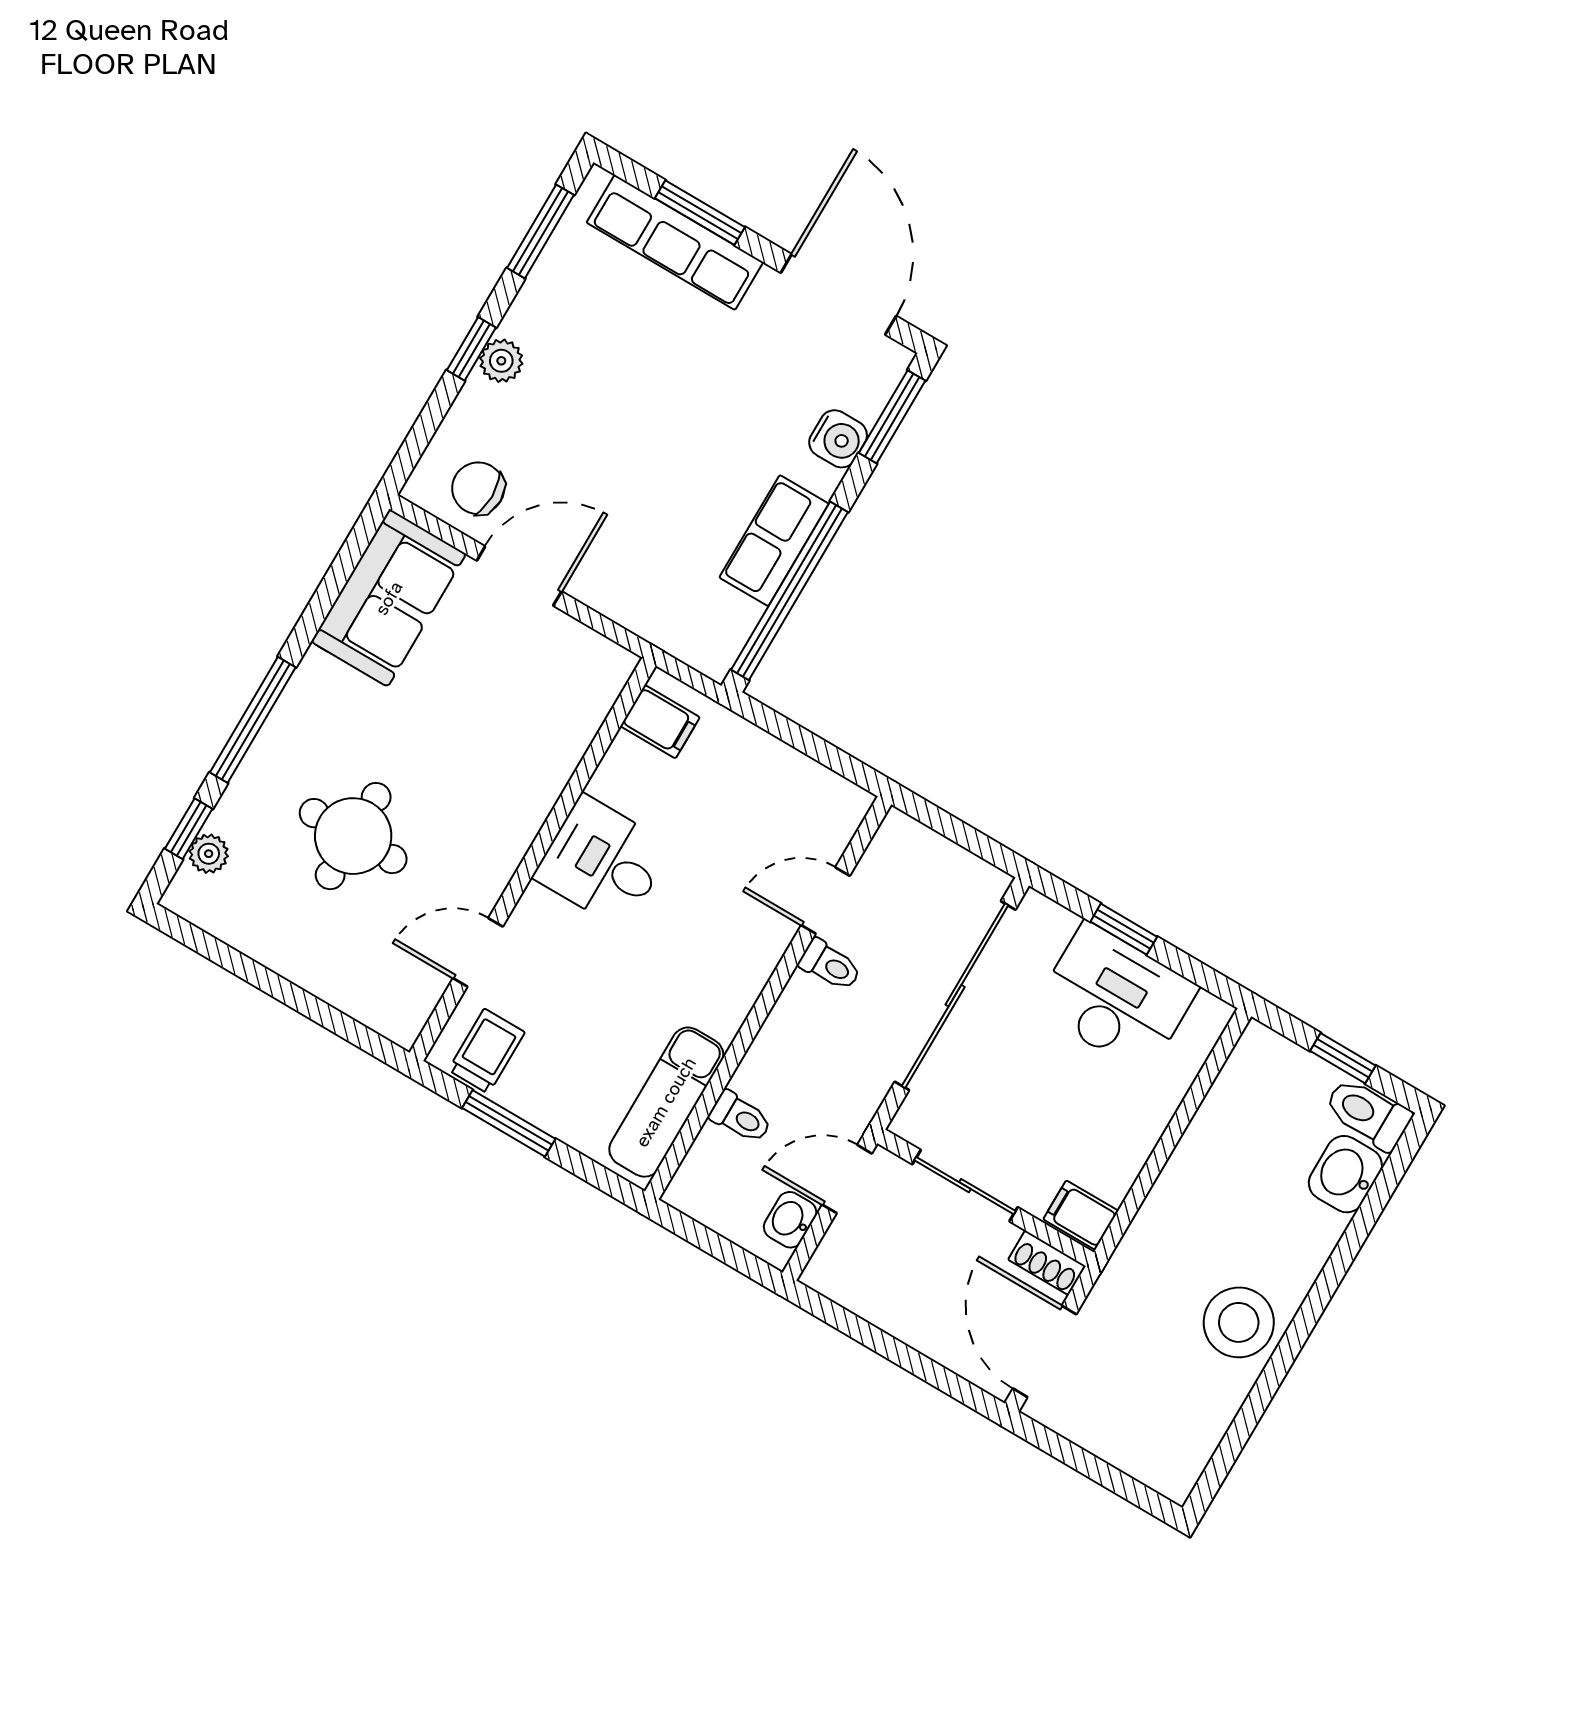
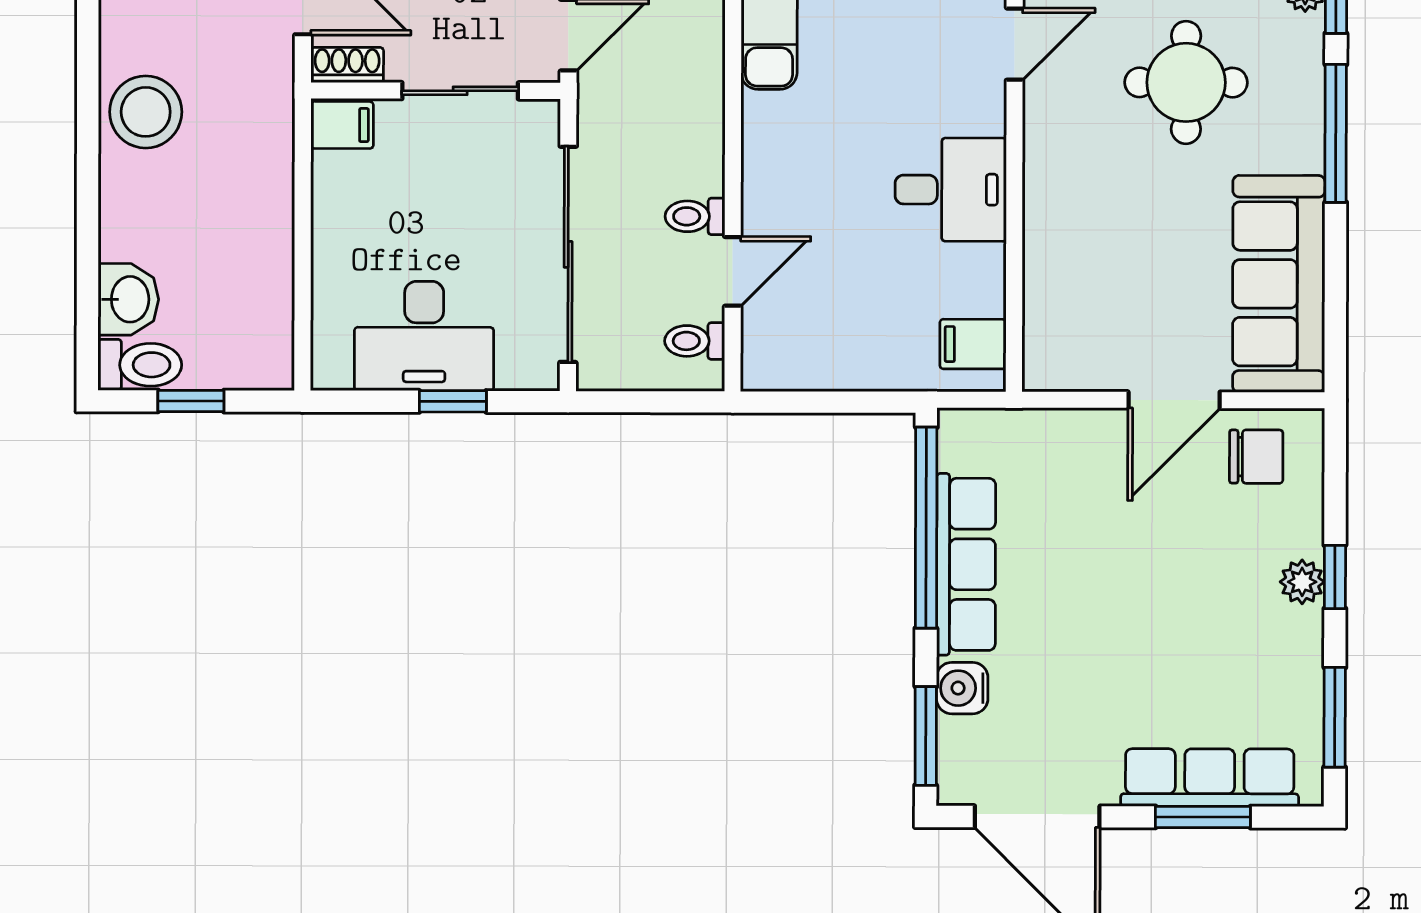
row of seats: (774, 541) -> (966, 564), width x1.48
sofa: (389, 598) -> (1279, 284), width x1.36
toilet: (741, 1117) -> (695, 341), moved

